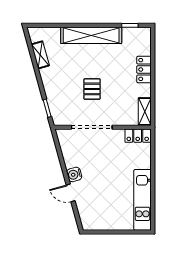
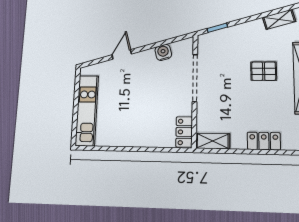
pallet: (92, 89) -> (264, 71), moved
water cooler: (74, 174) -> (163, 52), moved
kitchen unit: (142, 200) -> (87, 110), moved, turned 90

